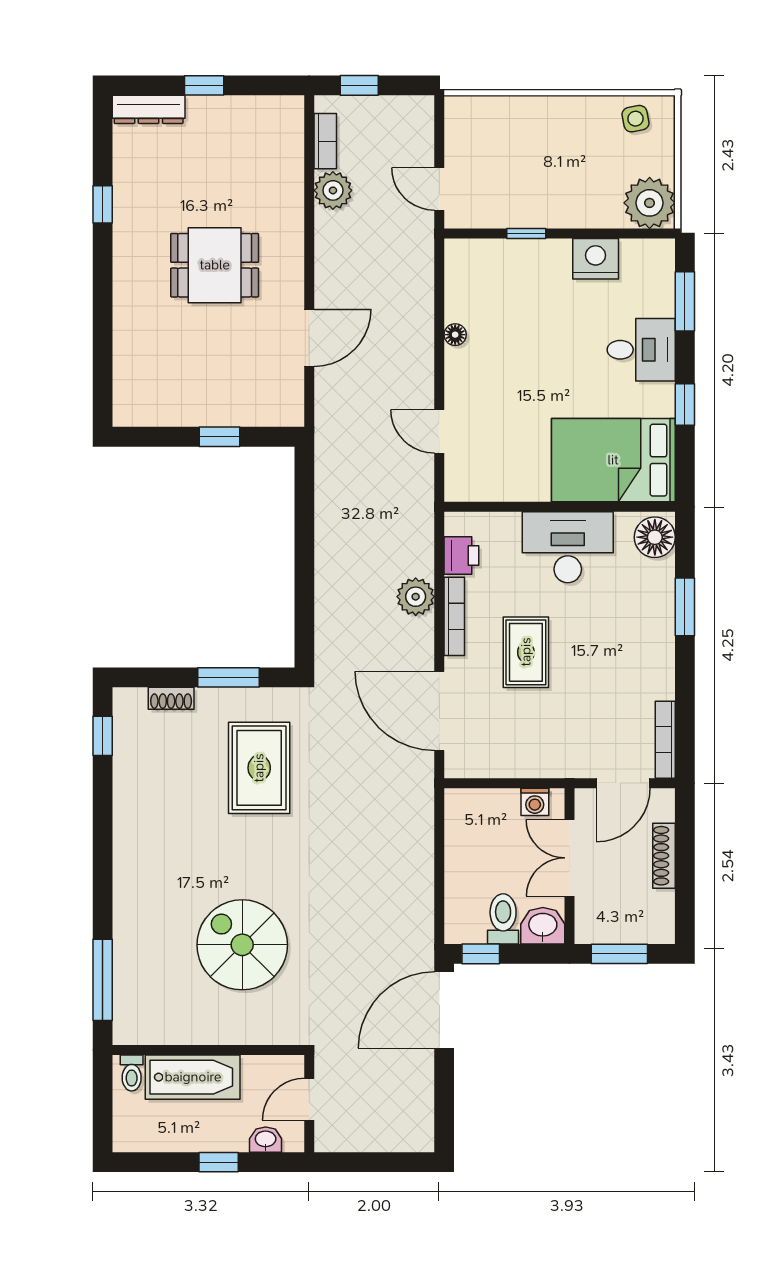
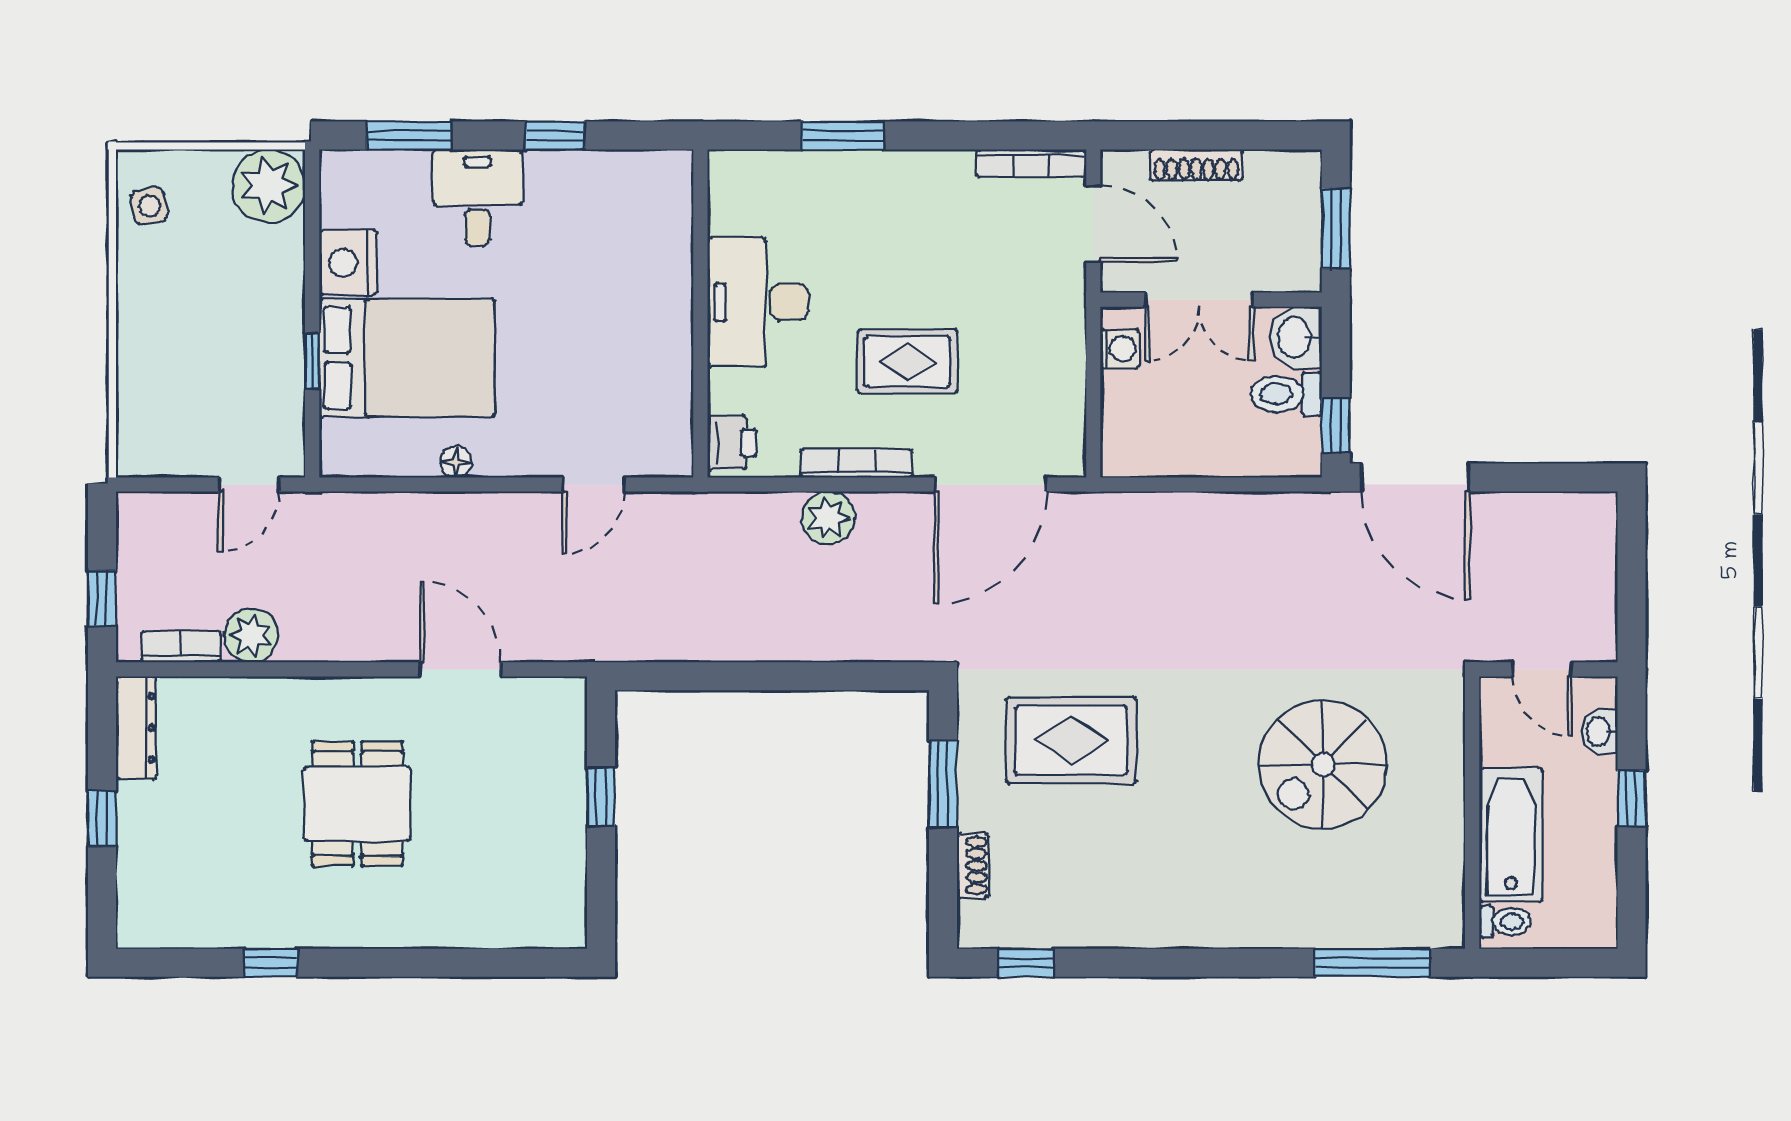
dresser: (149, 109) -> (136, 728), moved
bed: (613, 460) -> (407, 358), moved, turned -90
floor lamp: (655, 537) -> (744, 178), removed
printer: (461, 556) -> (732, 443), moved, turned 90

